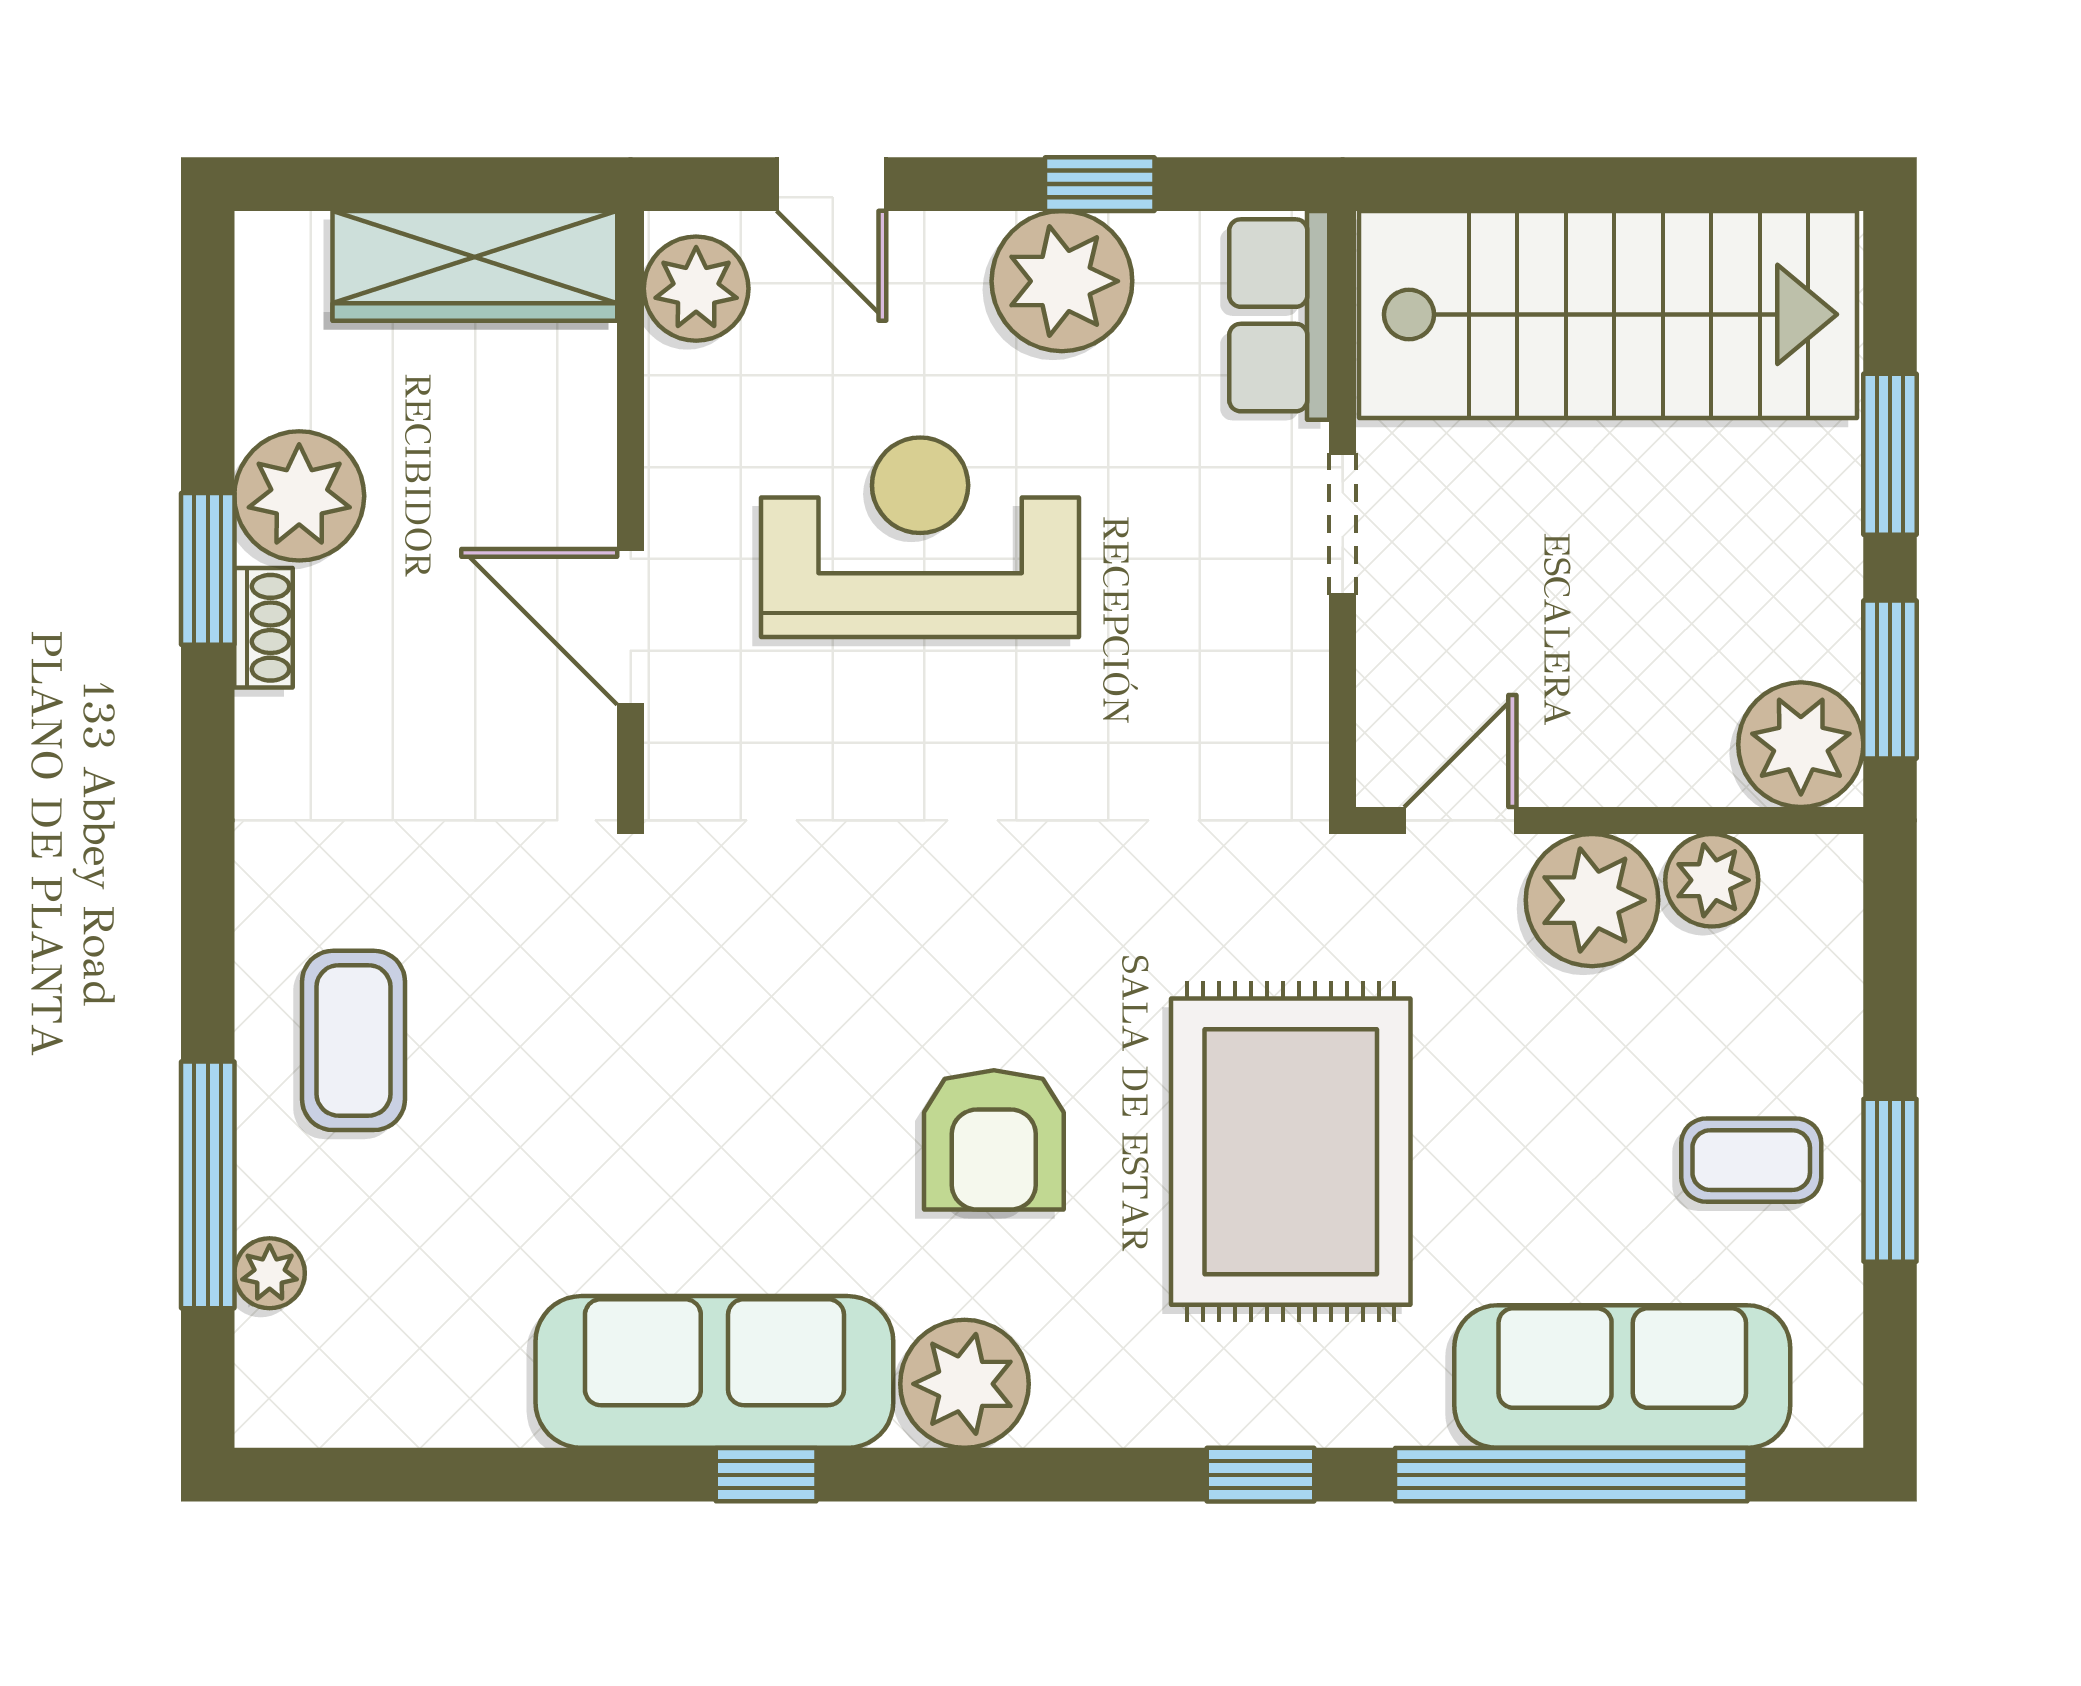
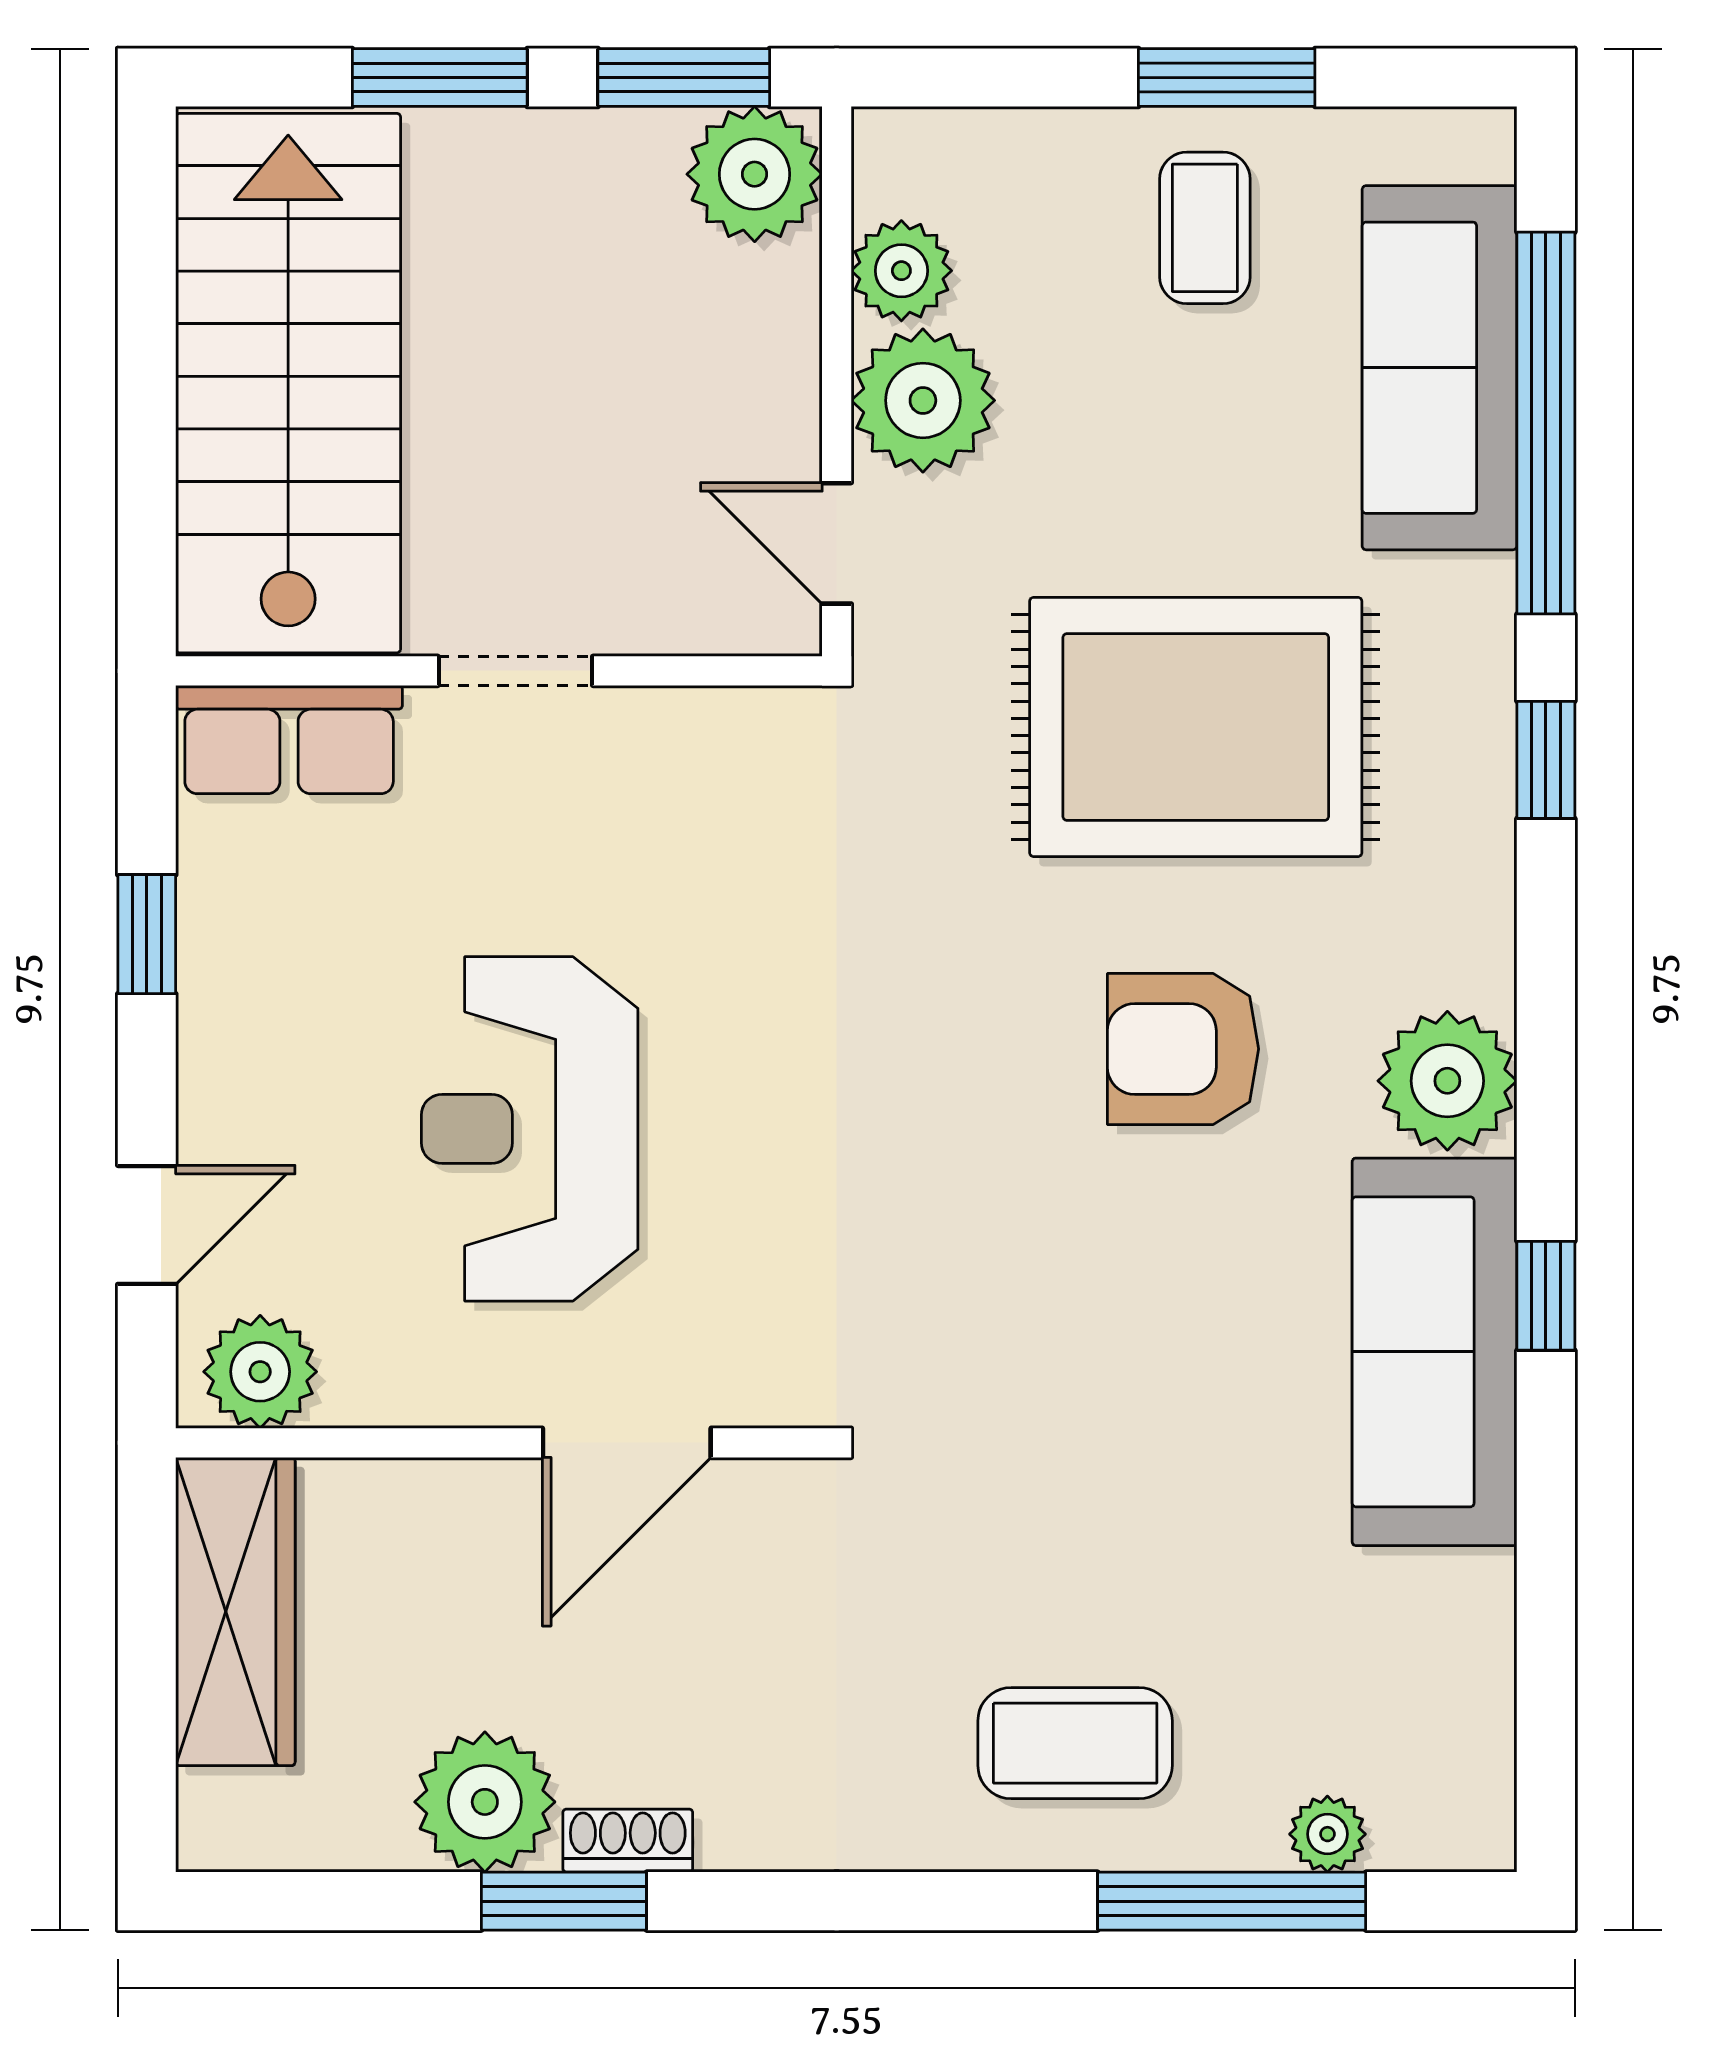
plant: (1062, 281) -> (252, 975), removed
armchair: (994, 1140) -> (1183, 1049), turned 180

